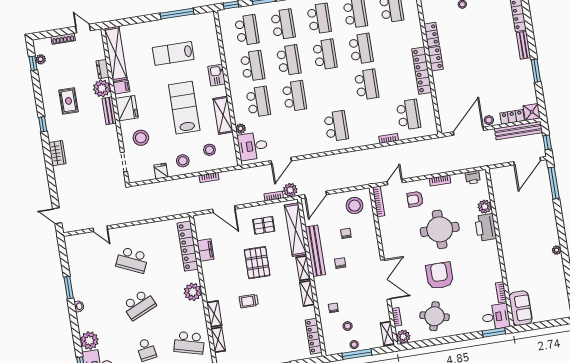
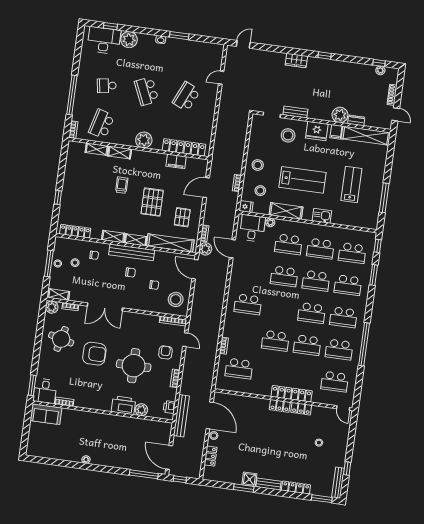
door: (83, 29) -> (396, 114), hinge flipped
locker: (422, 71) -> (292, 394), moved
rug: (68, 101) -> (338, 83), removed
bench: (109, 111) -> (295, 112), moved
shower: (532, 112) -> (249, 479), moved
bench: (518, 131) -> (181, 416), moved
fridge: (161, 171) -> (246, 207), moved
bench: (315, 251) -> (132, 252), moved
pallet: (257, 263) -> (152, 202), turned 90

